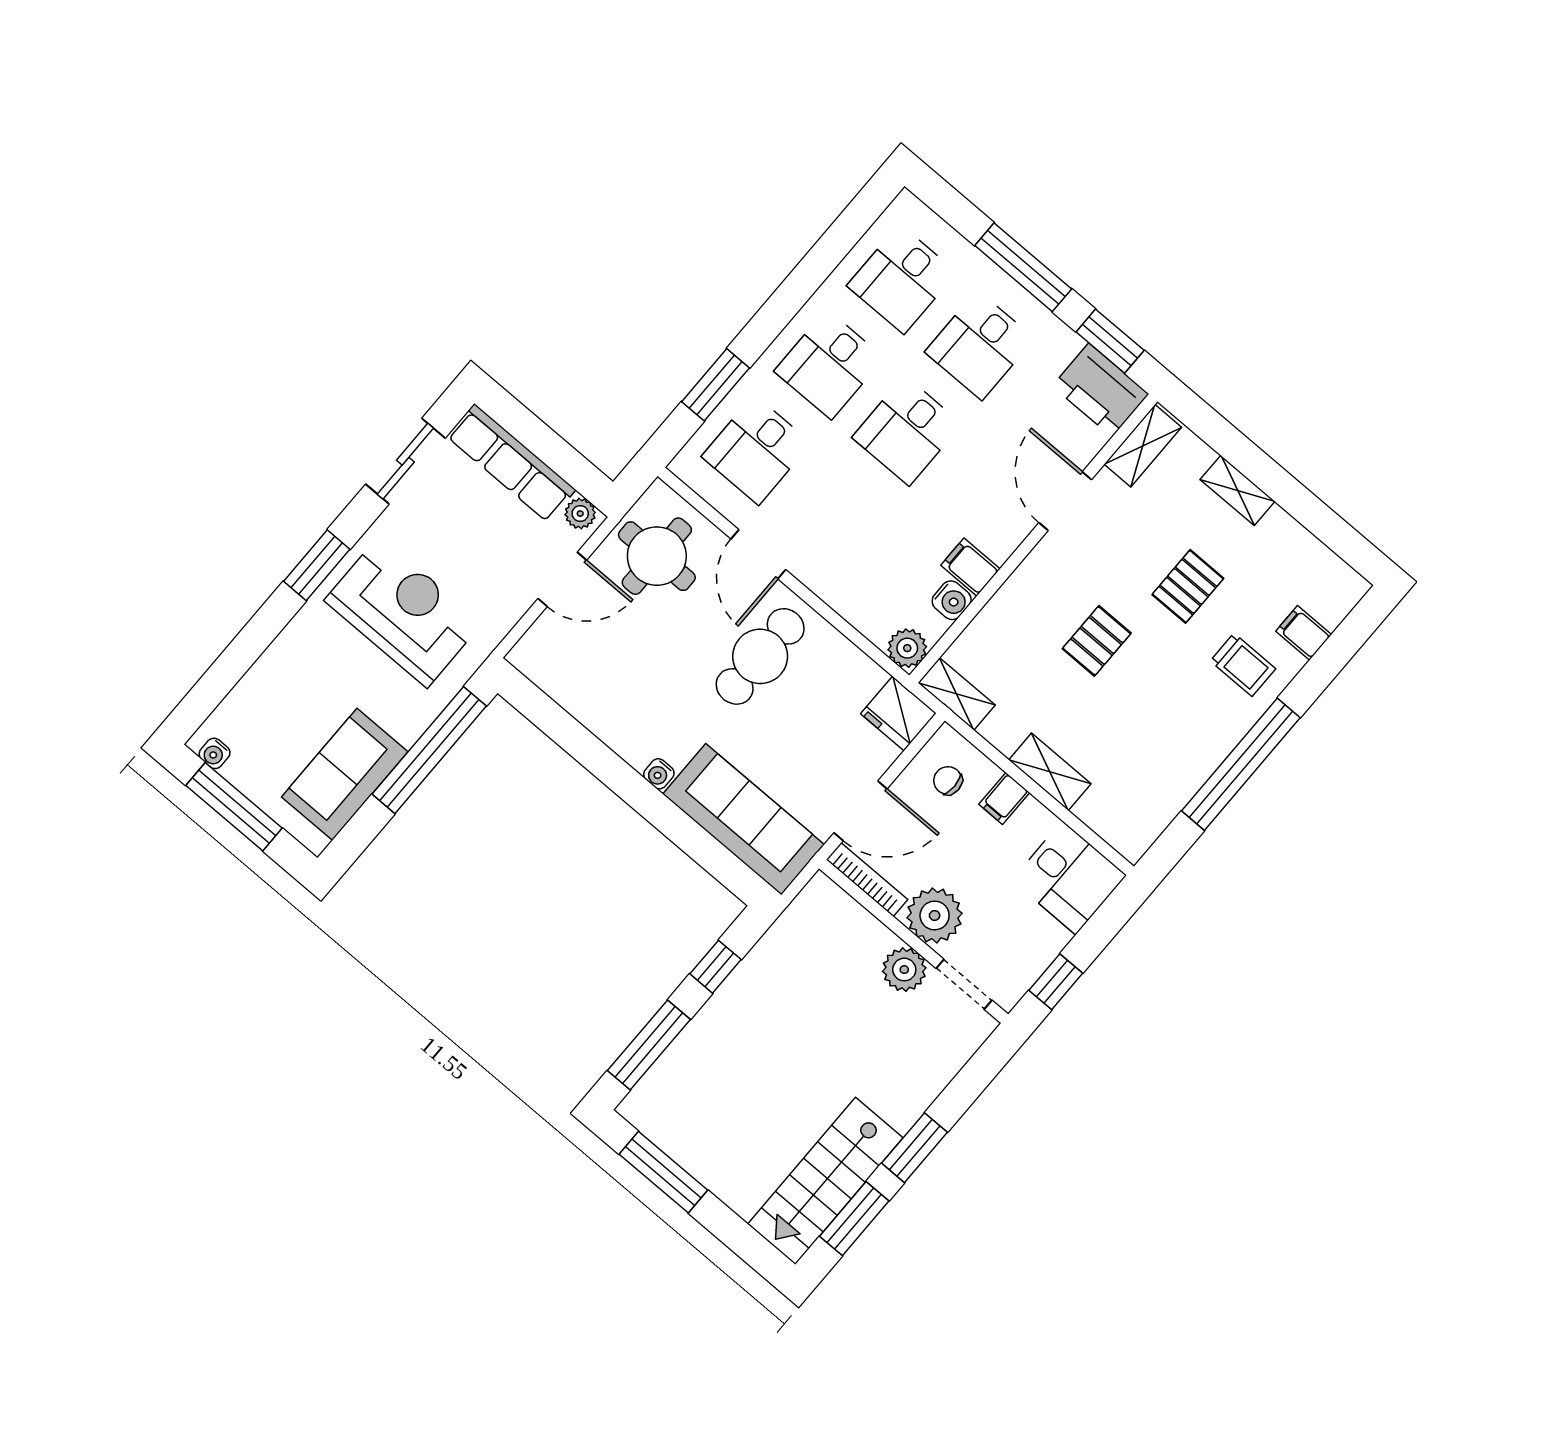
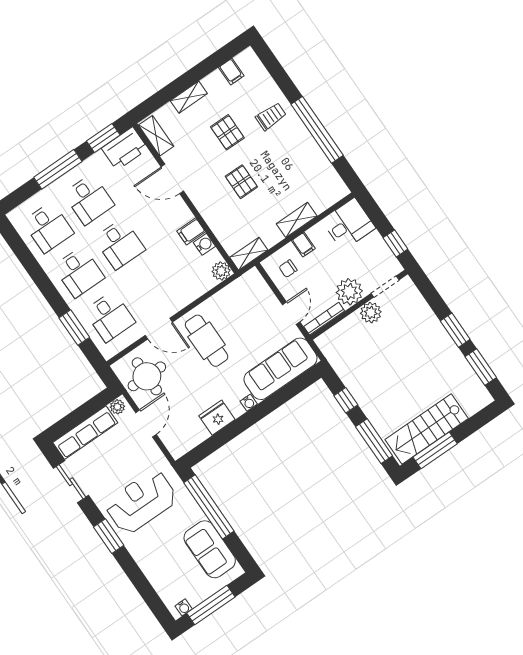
filing cabinet: (1304, 633) -> (231, 72), moved, turned -90
fridge: (898, 713) -> (217, 418), moved, turned 180
door: (861, 811) -> (291, 313), width x0.73
stairs: (825, 1181) -> (427, 429), moved, turned 90

